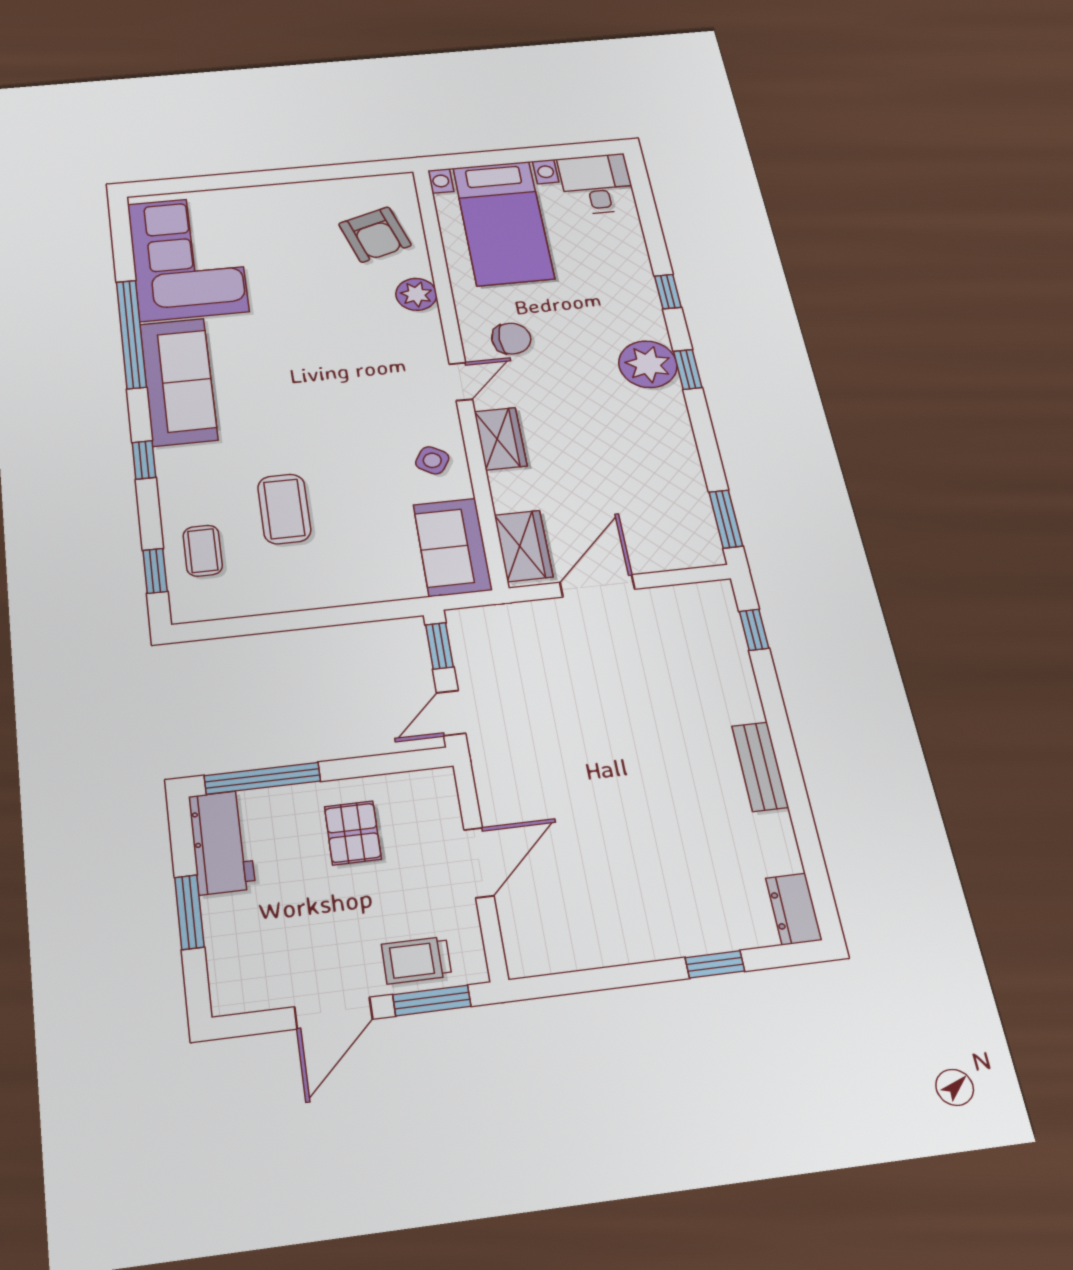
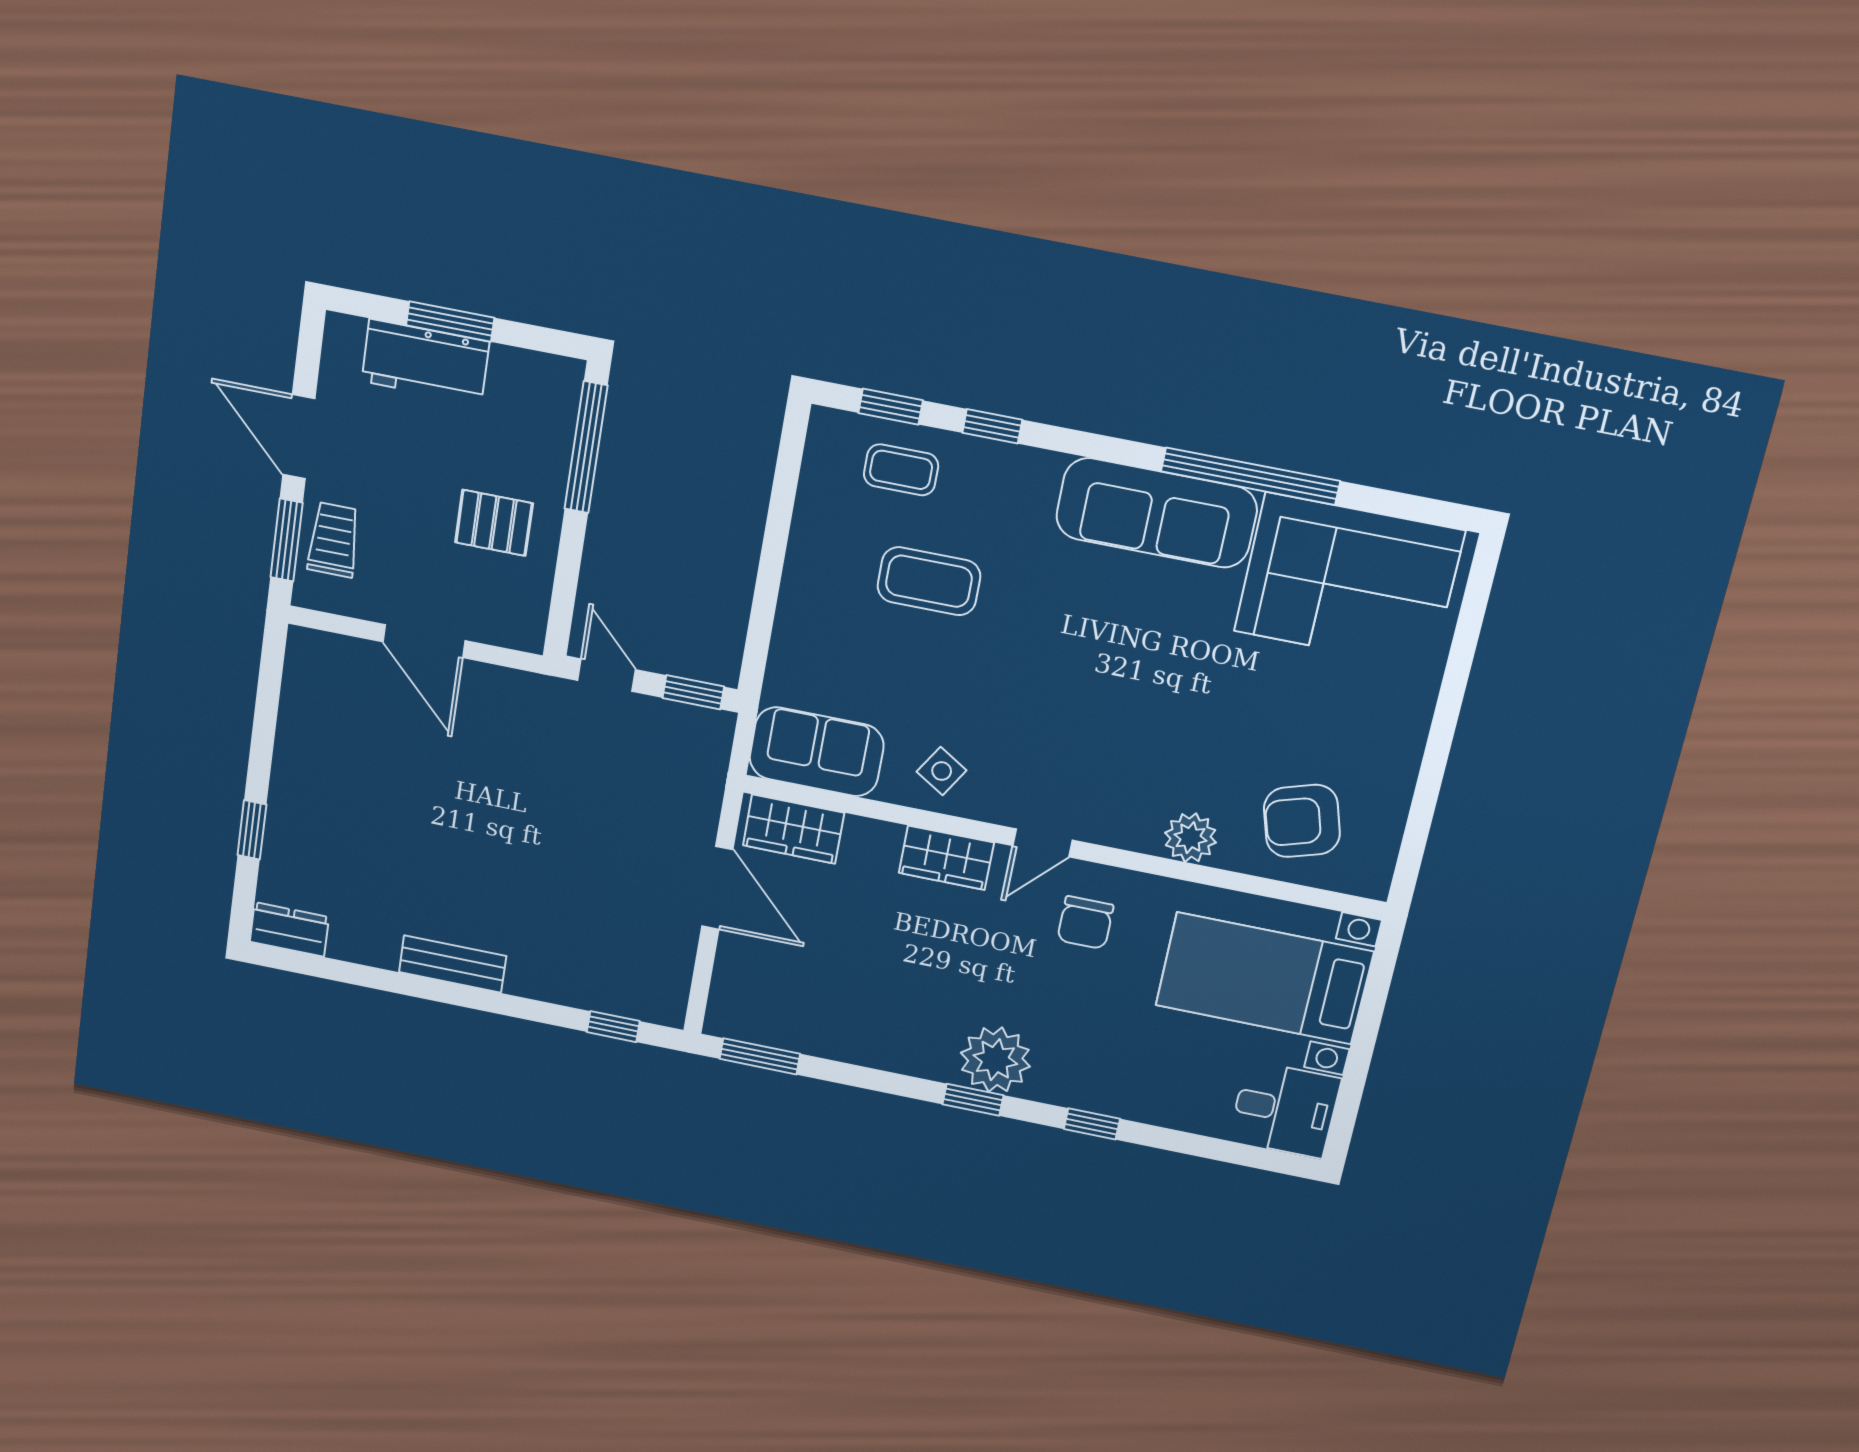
door: (461, 382) -> (1042, 843), hinge flipped
window: (144, 460) -> (992, 426), moved
workbench: (222, 842) -> (425, 362), moved

